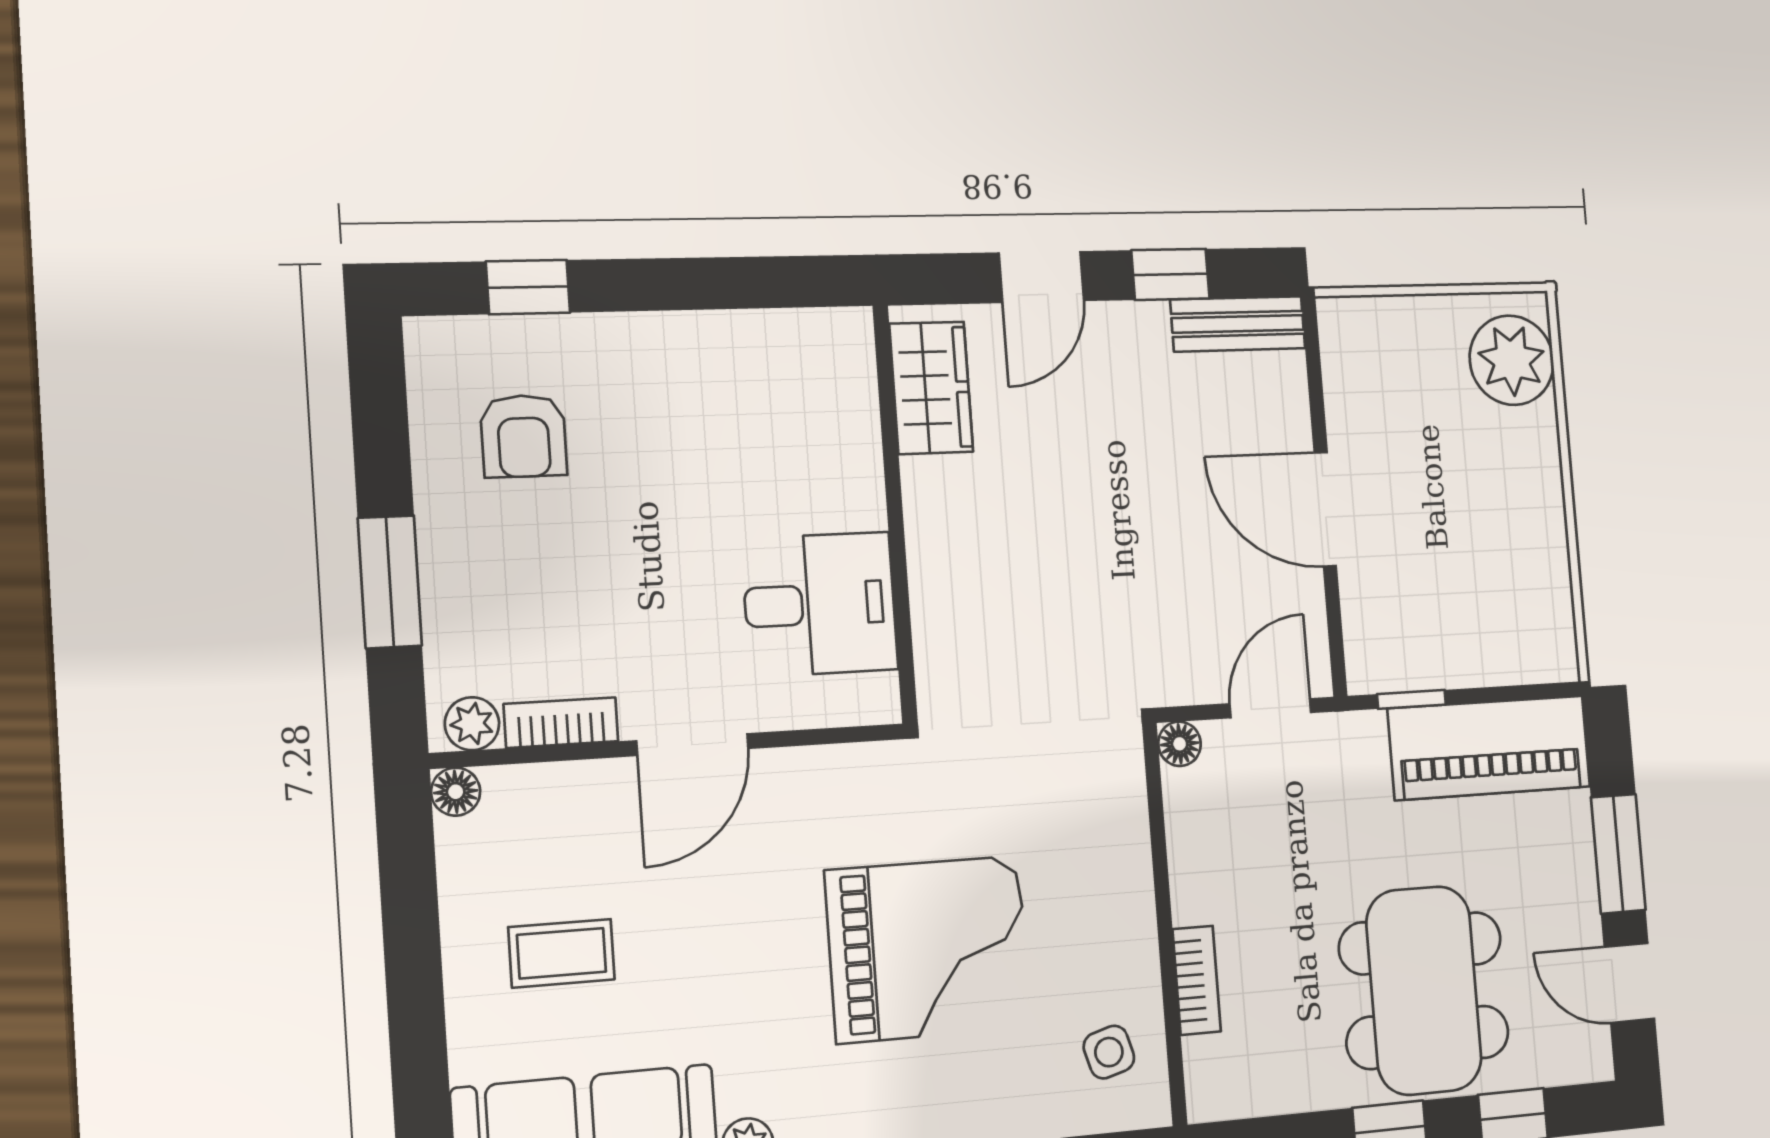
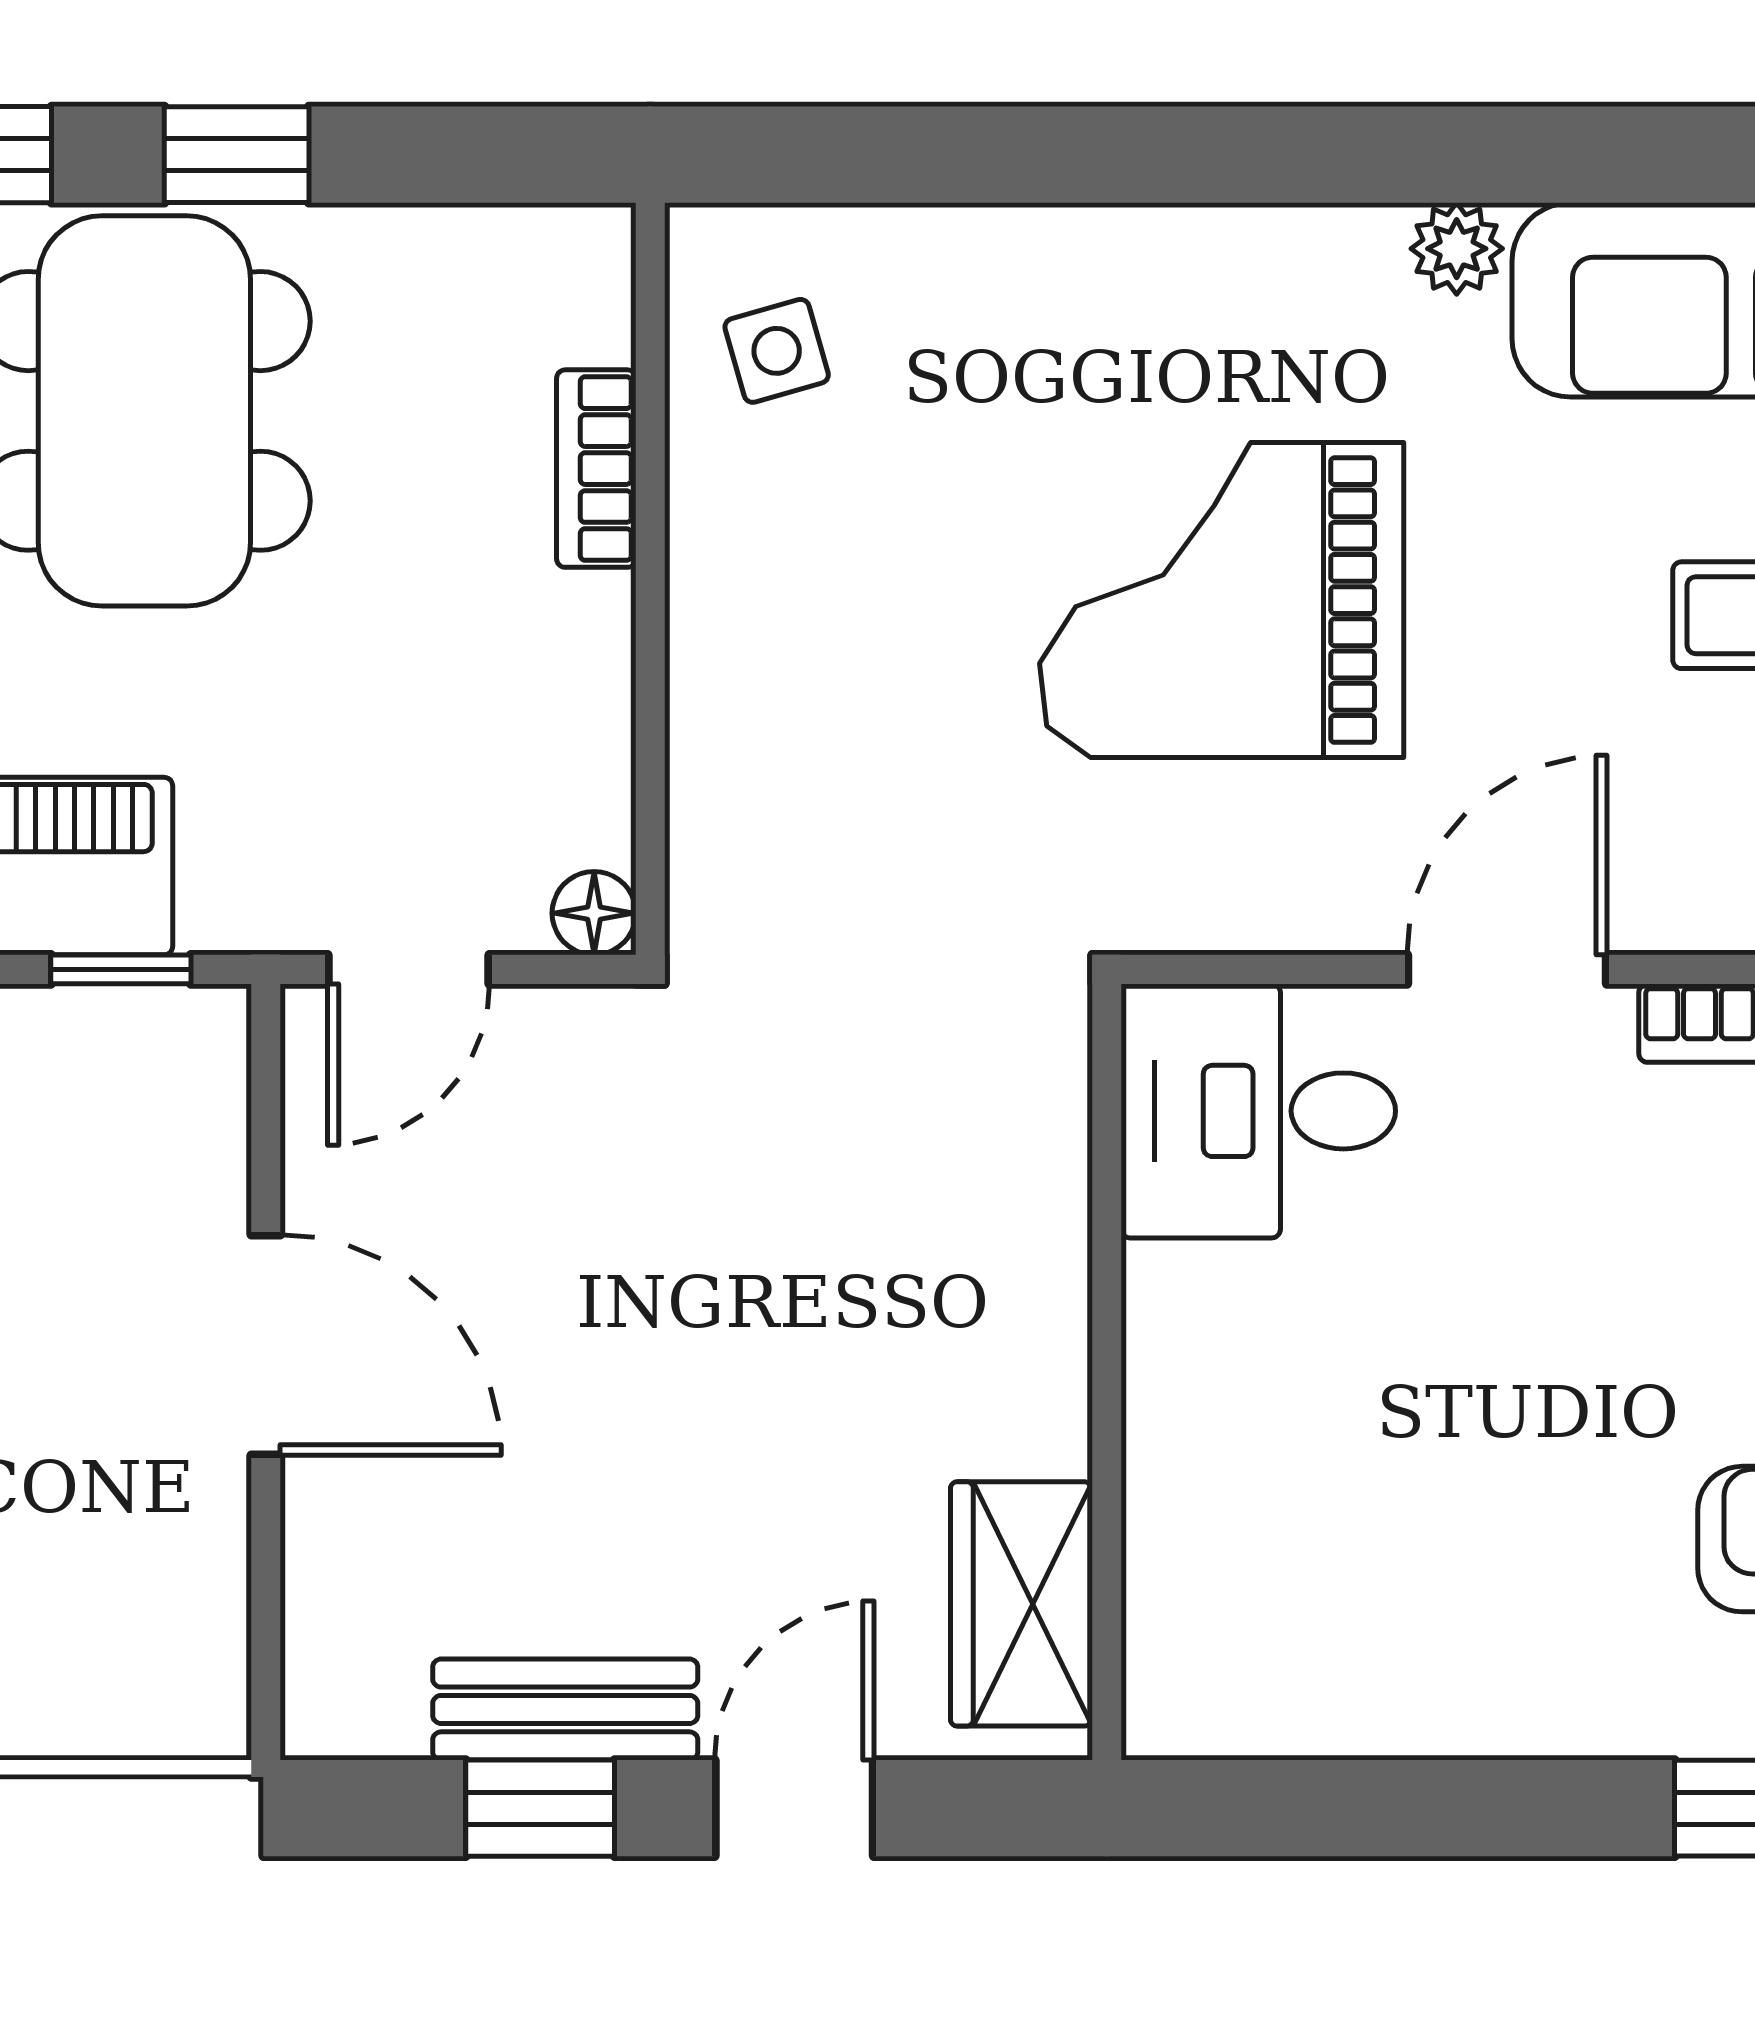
bench: (1238, 324) -> (565, 1709), moved
desk: (820, 604) -> (1258, 1111), moved
grand piano: (928, 949) -> (1222, 600), moved

